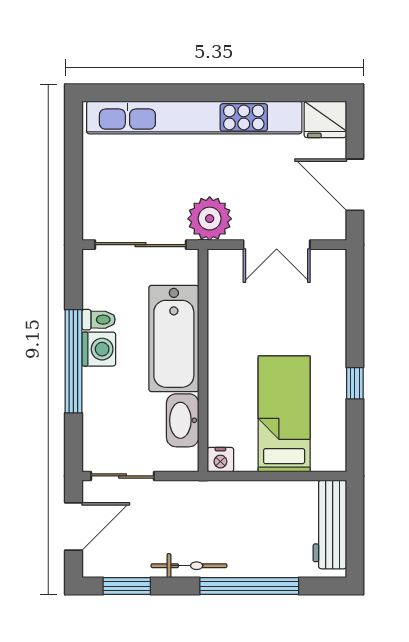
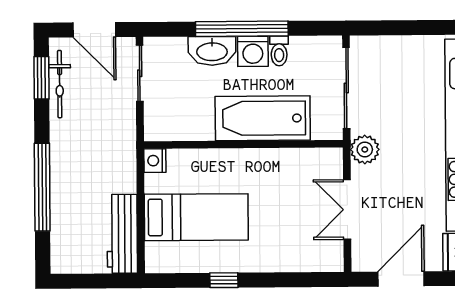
plant: (210, 219) -> (365, 150), width x0.73, depth x0.73
washbasin: (183, 420) -> (212, 51), moved, turned 180
workbench: (330, 524) -> (122, 234), moved, turned -90
bicycle: (189, 566) -> (60, 84), moved

